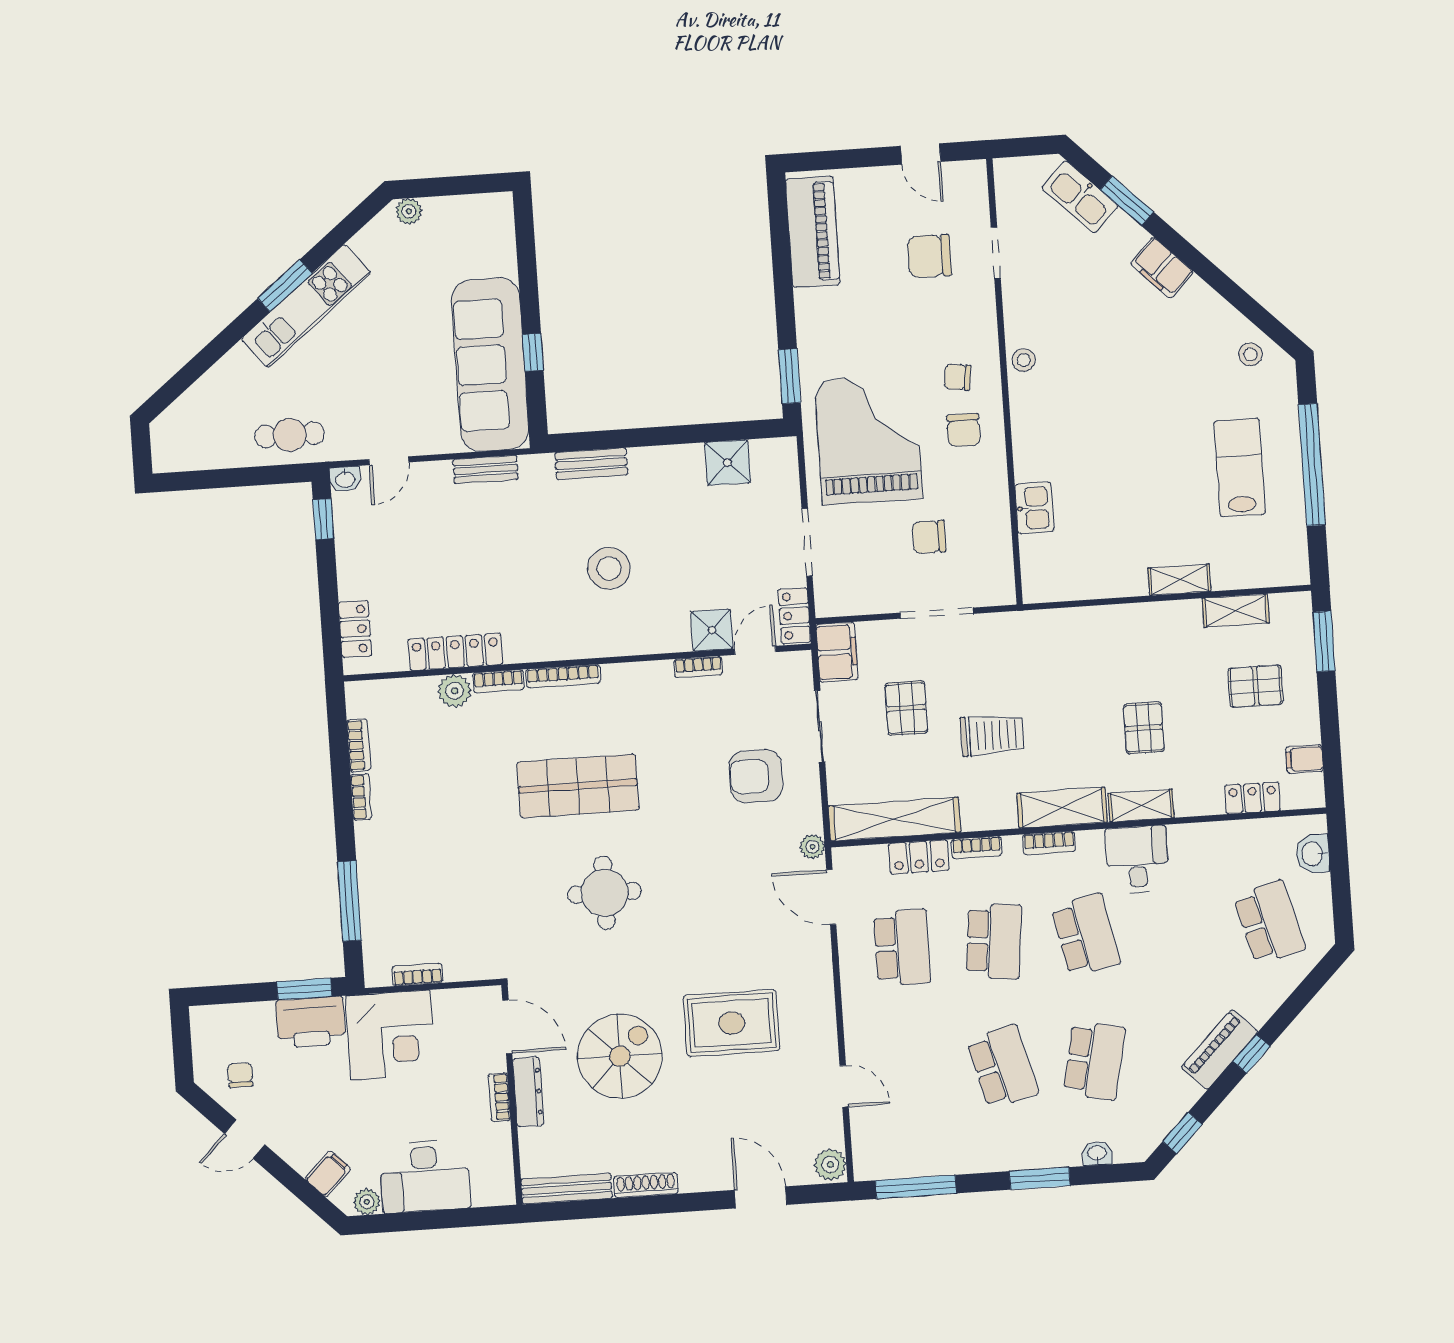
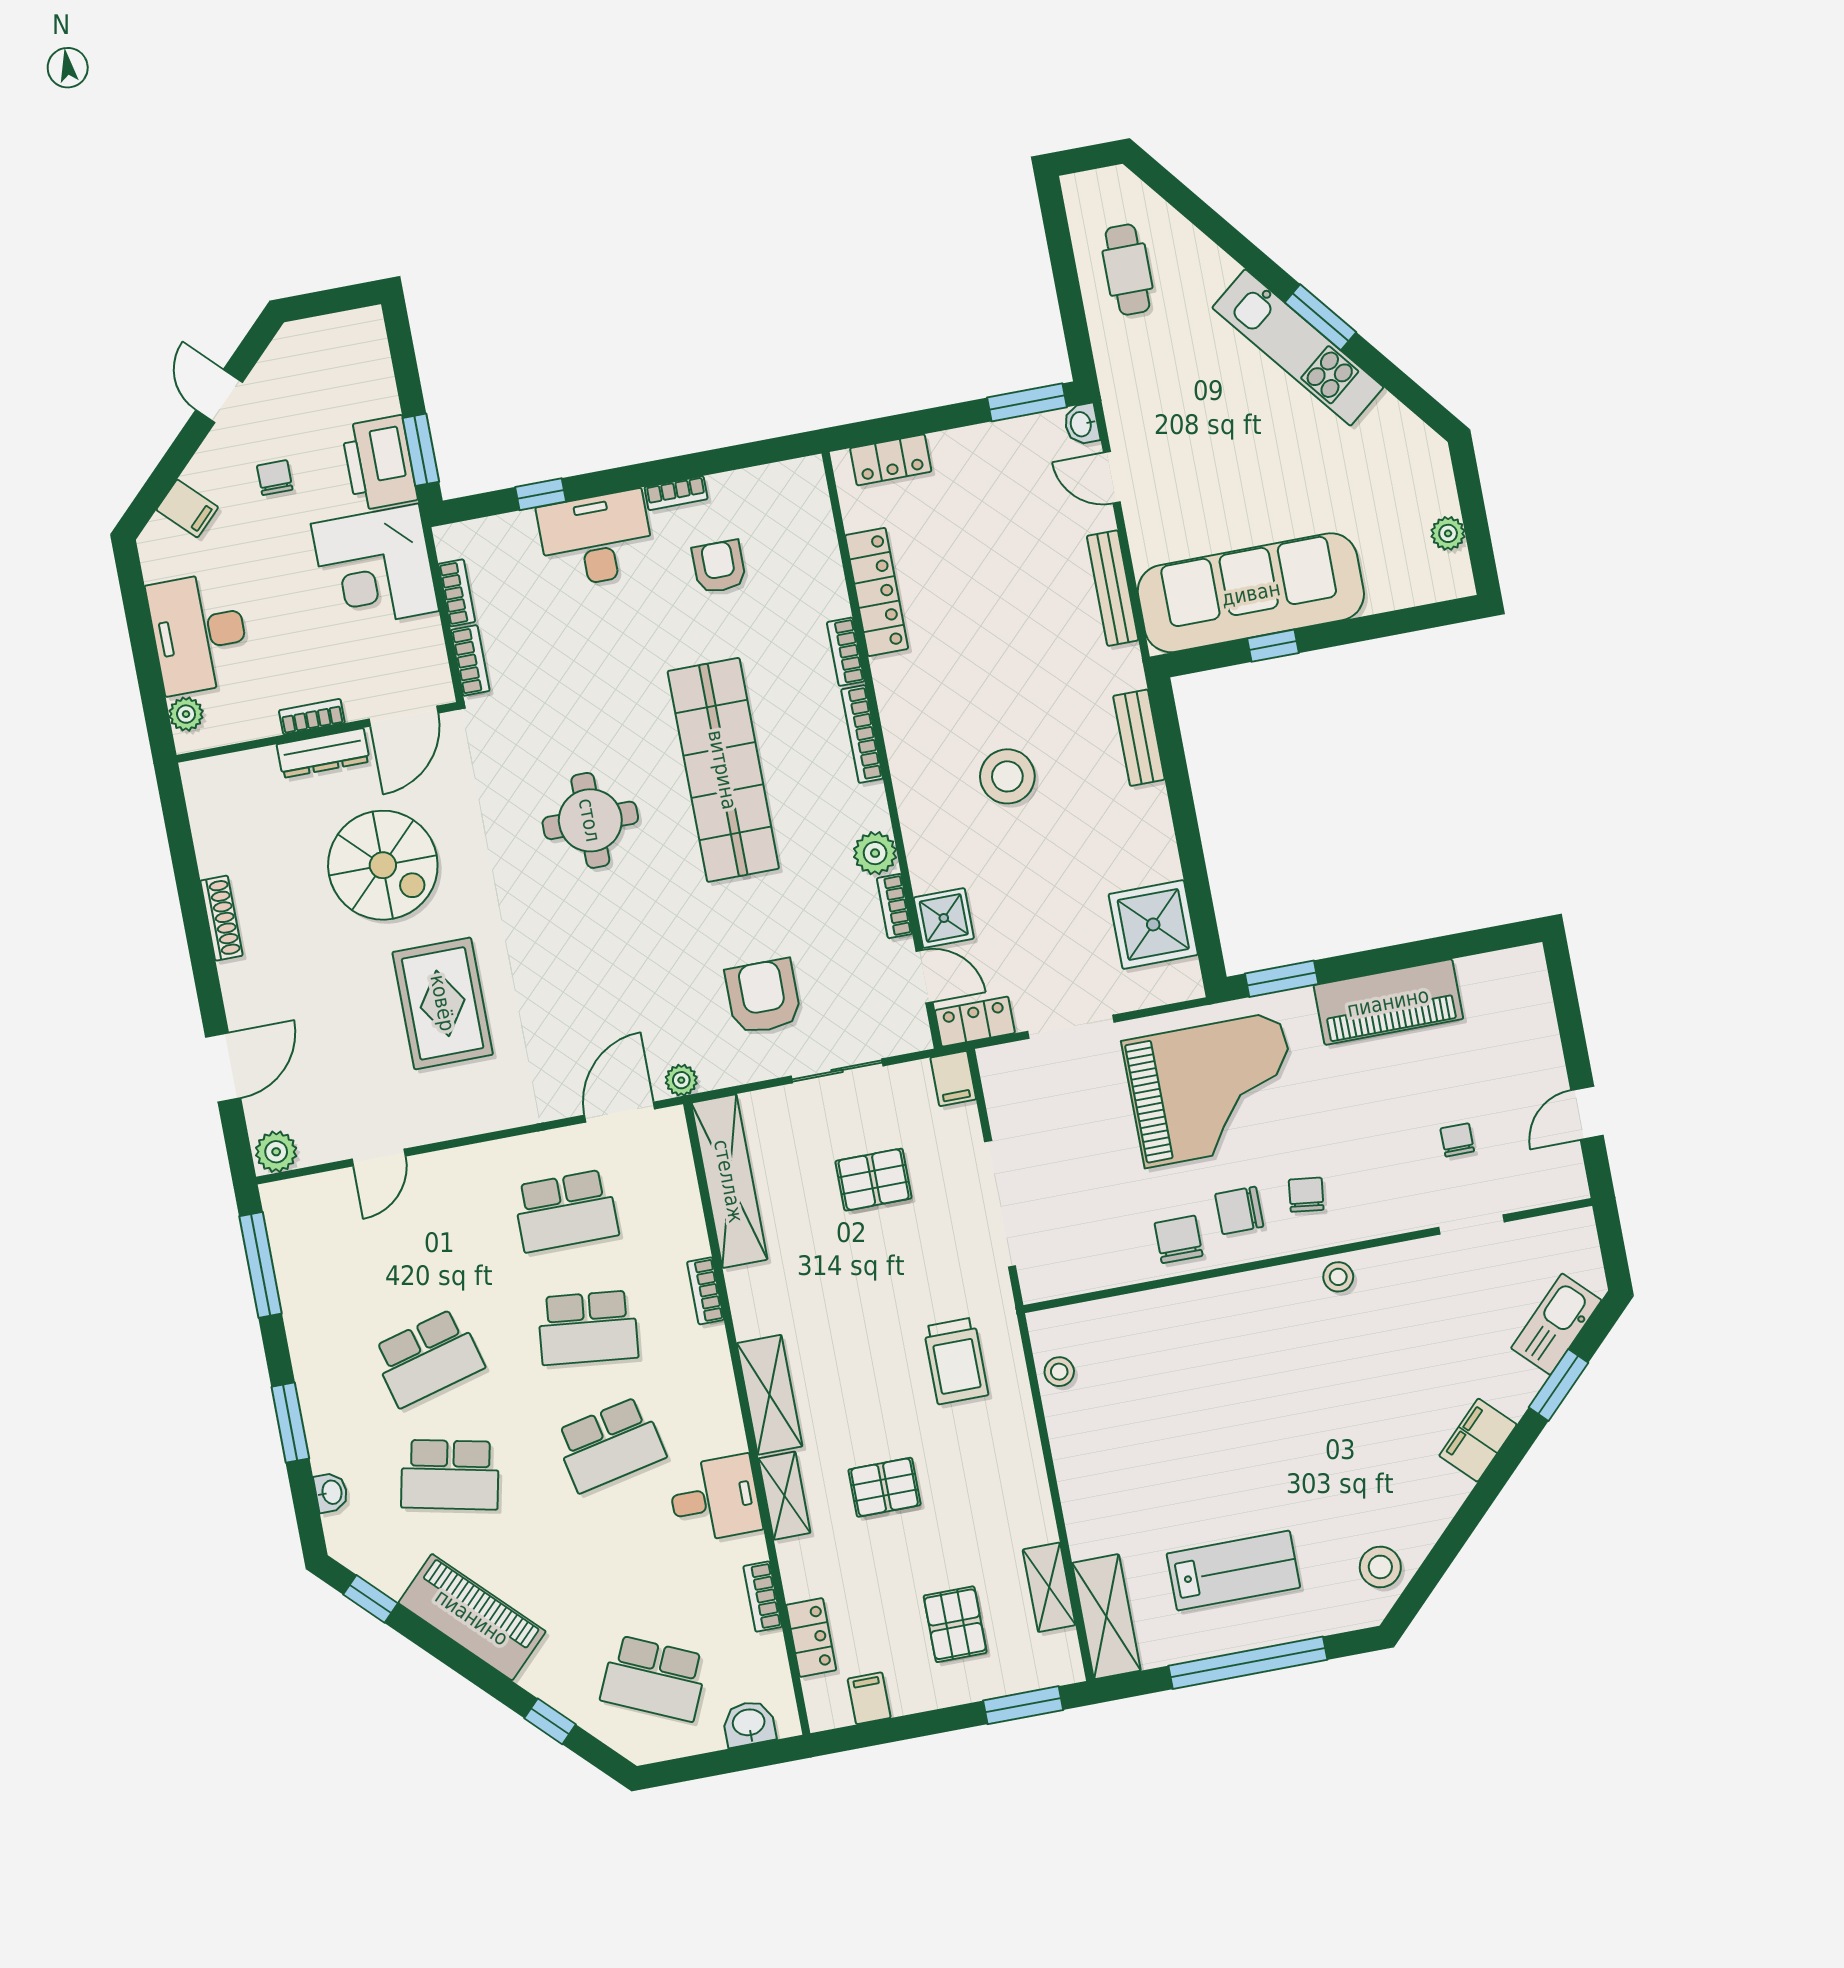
plant: (409, 211) -> (1448, 533), moved
piano: (813, 232) -> (1388, 1002), moved
chair: (929, 256) -> (1457, 1140), width x0.54, depth x0.54
stool: (1250, 354) -> (1380, 1567), width x1.37, depth x1.37
cafe table: (290, 435) -> (1127, 270), moved
shower: (728, 463) -> (1153, 924), width x1.36, depth x1.36
bench: (486, 469) -> (1113, 588), width x1.36
kitchen sink: (1034, 508) -> (1150, 1313), removed
window: (323, 519) -> (1027, 402), width x1.50
chair: (929, 537) -> (1179, 1239), moved
shelving: (1179, 580) -> (1106, 1617), moved, width x1.50, depth x1.33
stool: (1071, 583) -> (1059, 1372), added
doorway: (937, 613) -> (1000, 1204), width x1.36
filing cabinet: (837, 652) -> (953, 1079), width x0.50
plant: (454, 691) -> (875, 853), moved
trolley: (992, 735) -> (956, 1361), moved
bookcase: (359, 745) -> (470, 660), moved, turned -90
armchair: (421, 771) -> (719, 567), added
shop shelf: (578, 786) -> (723, 770), width x1.40
bookcase: (1049, 843) -> (763, 1597), moved
locker: (919, 857) -> (684, 1218), removed
desk: (389, 863) -> (596, 539), added
window: (349, 901) -> (541, 494), width x0.46
school desk: (1269, 922) -> (654, 1678), turned 39
piano: (1220, 1050) -> (472, 1617), width x1.37, depth x1.33
window: (1251, 1054) -> (550, 1721), moved
chair: (240, 1075) -> (275, 478), moved, turned -90
bench: (567, 1189) -> (205, 817), removed
plant: (367, 1202) -> (186, 714), moved

